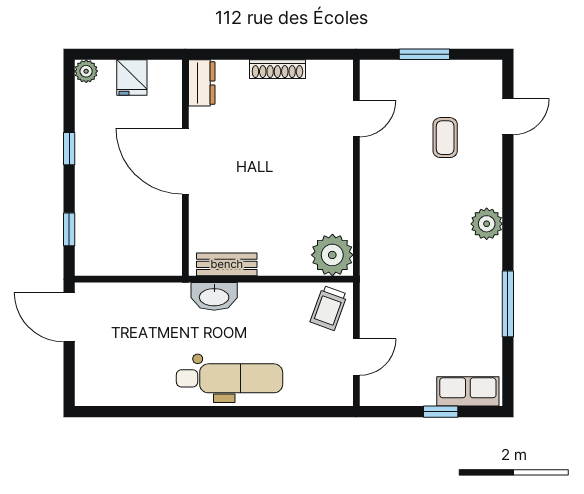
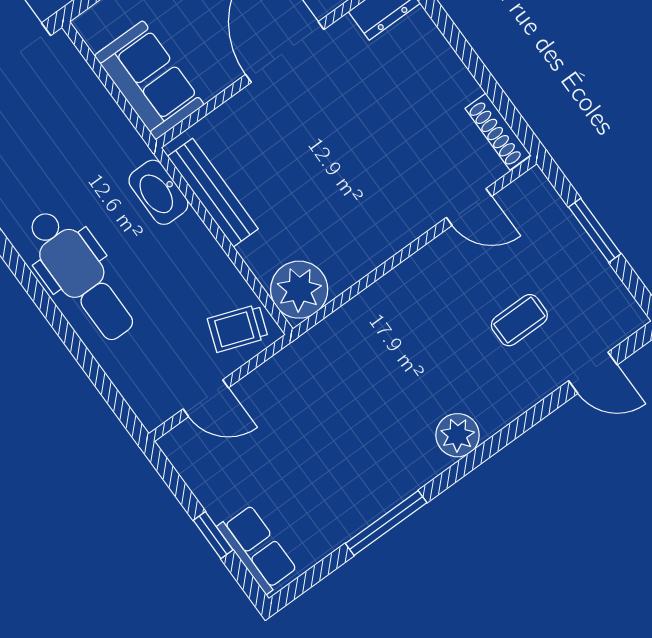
shoe rack: (277, 69) -> (498, 132), moved
sofa: (144, 254) -> (149, 80), added
bench: (227, 264) -> (213, 193), width x1.36

